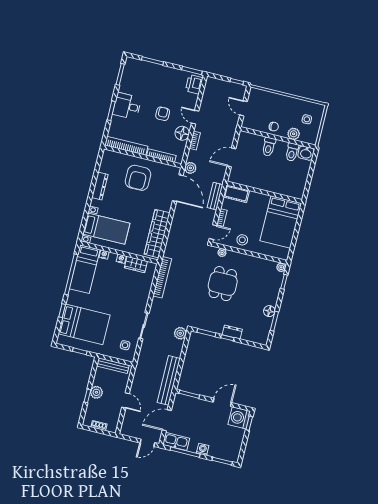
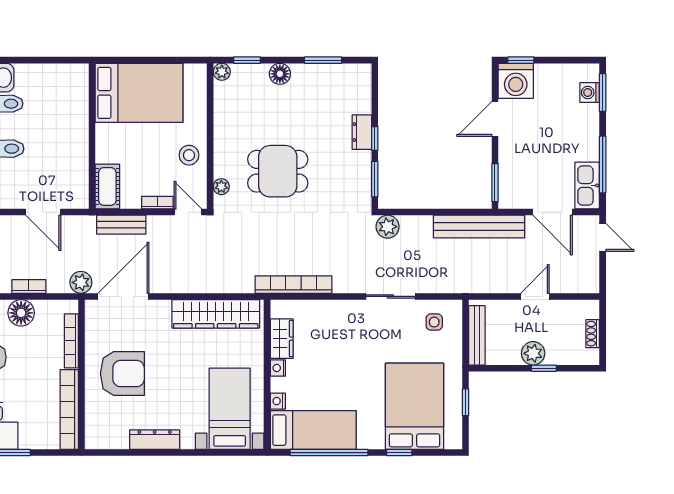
floor lamp: (269, 311) -> (280, 74), moved
door: (222, 402) -> (495, 119), hinge flipped
washing machine: (203, 449) -> (590, 93), moved

